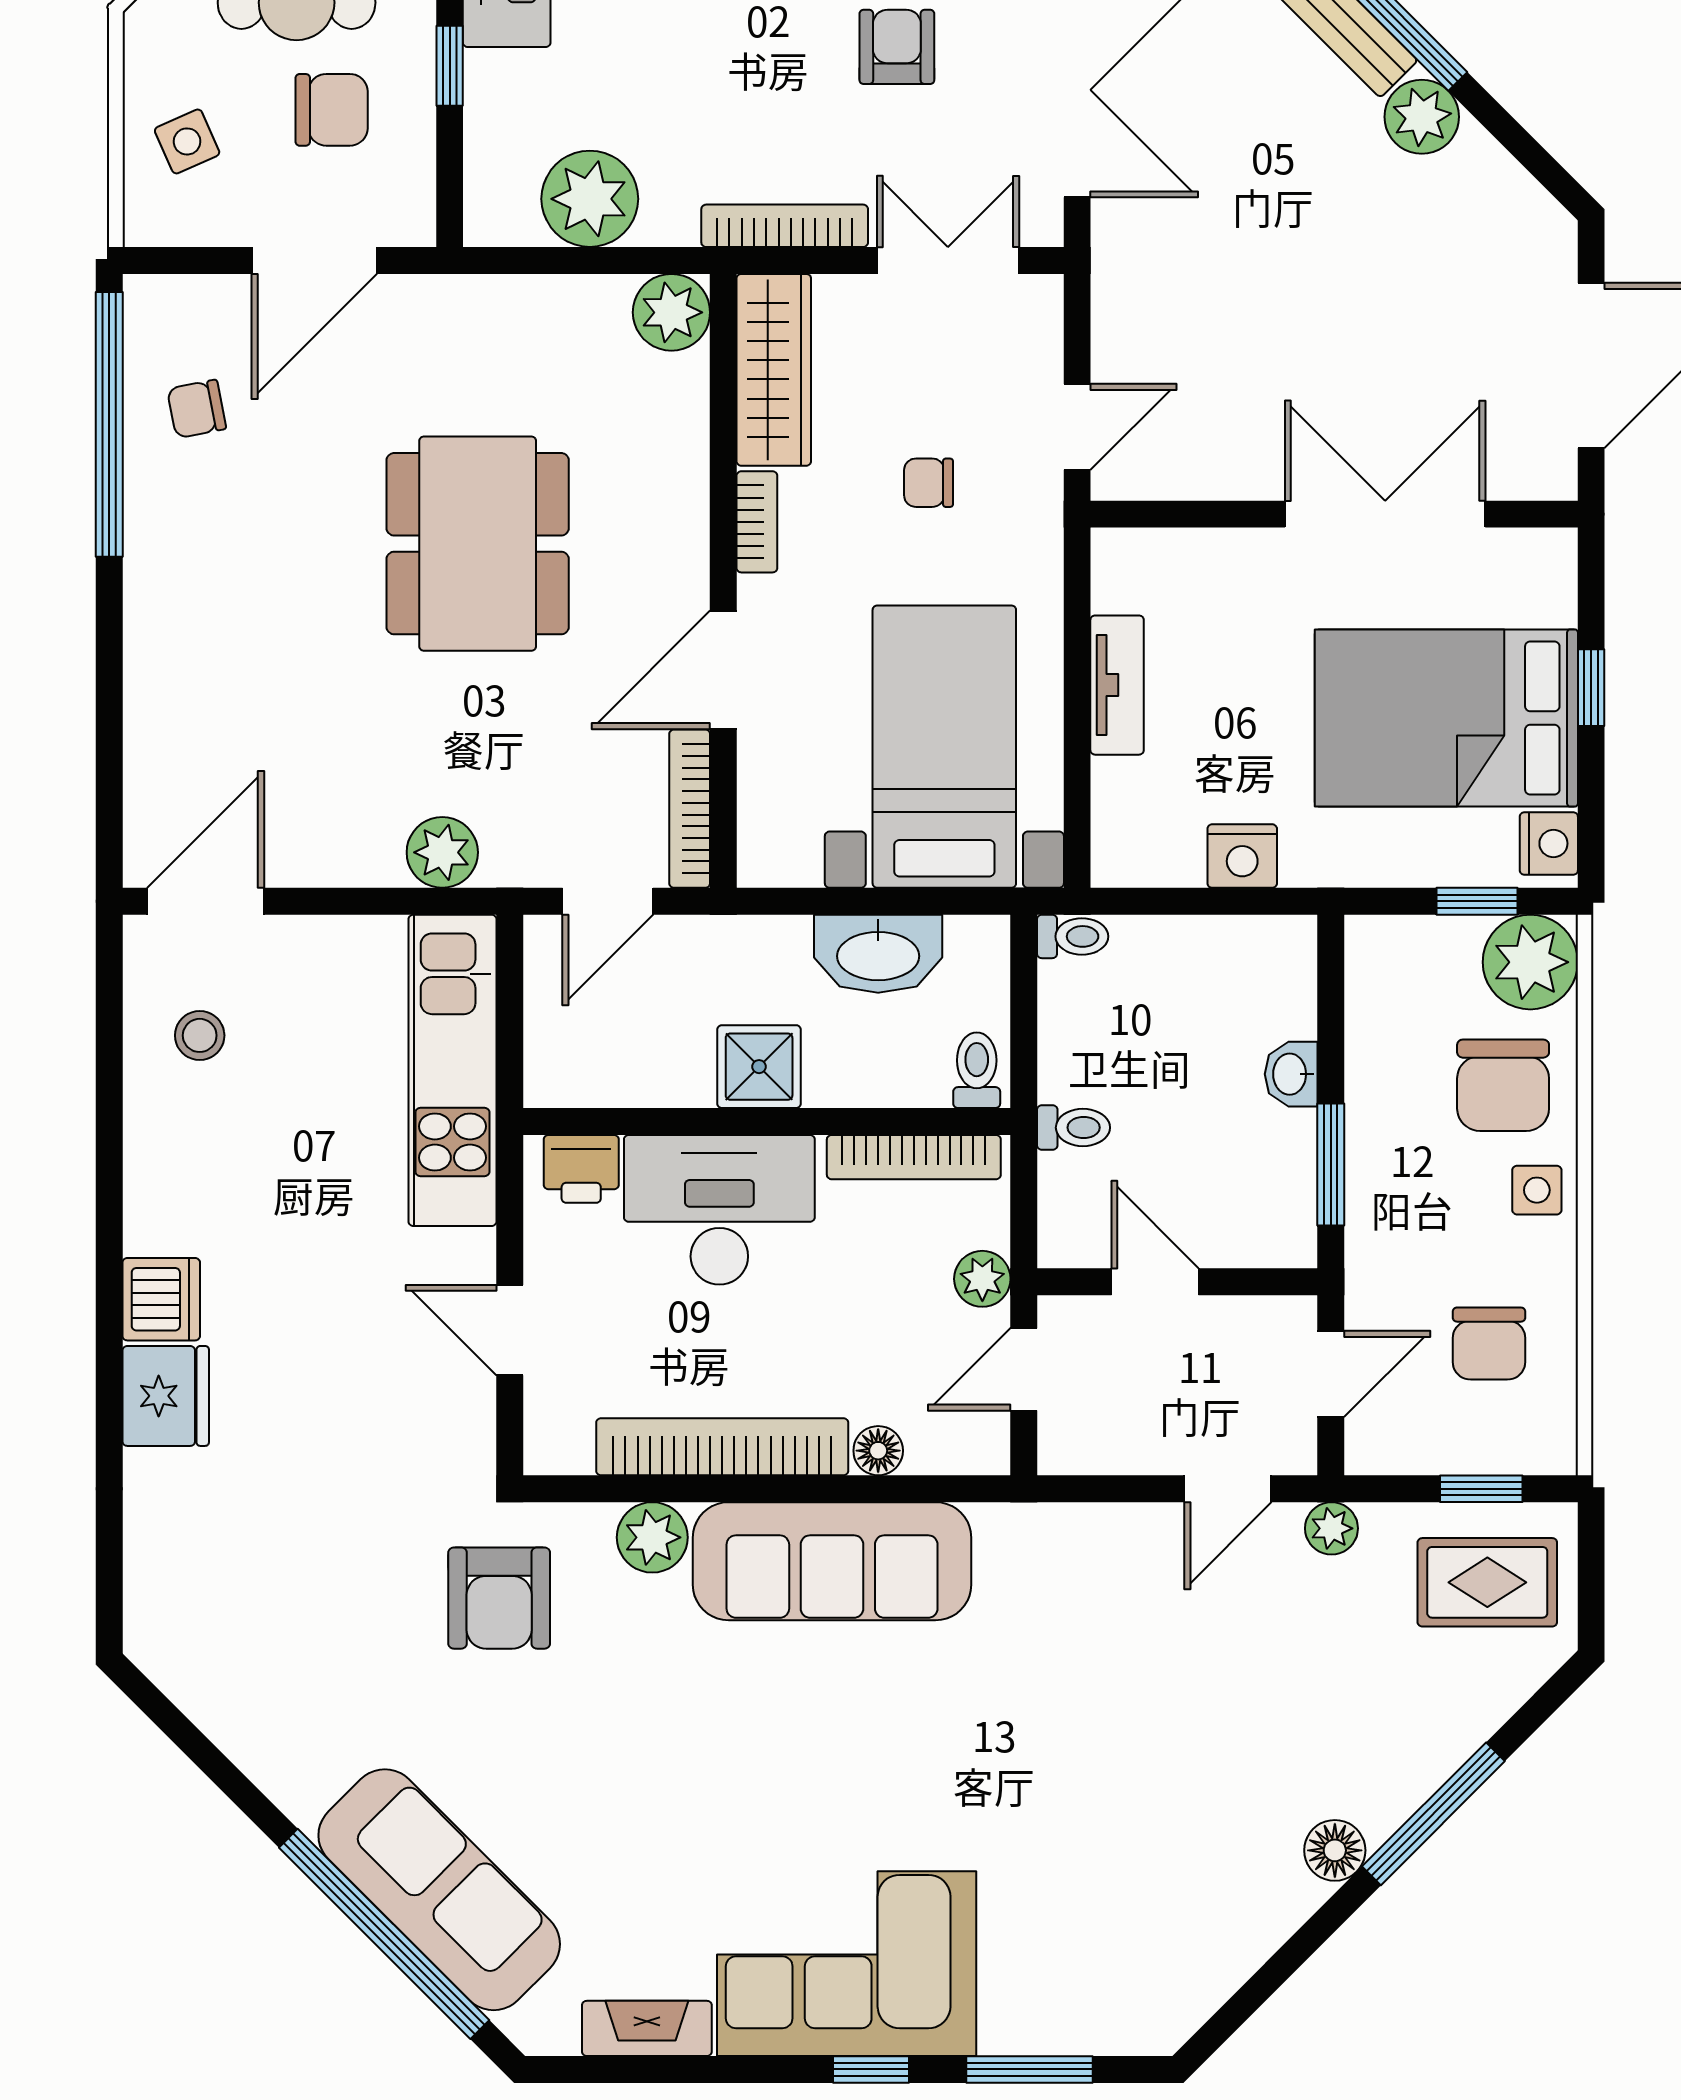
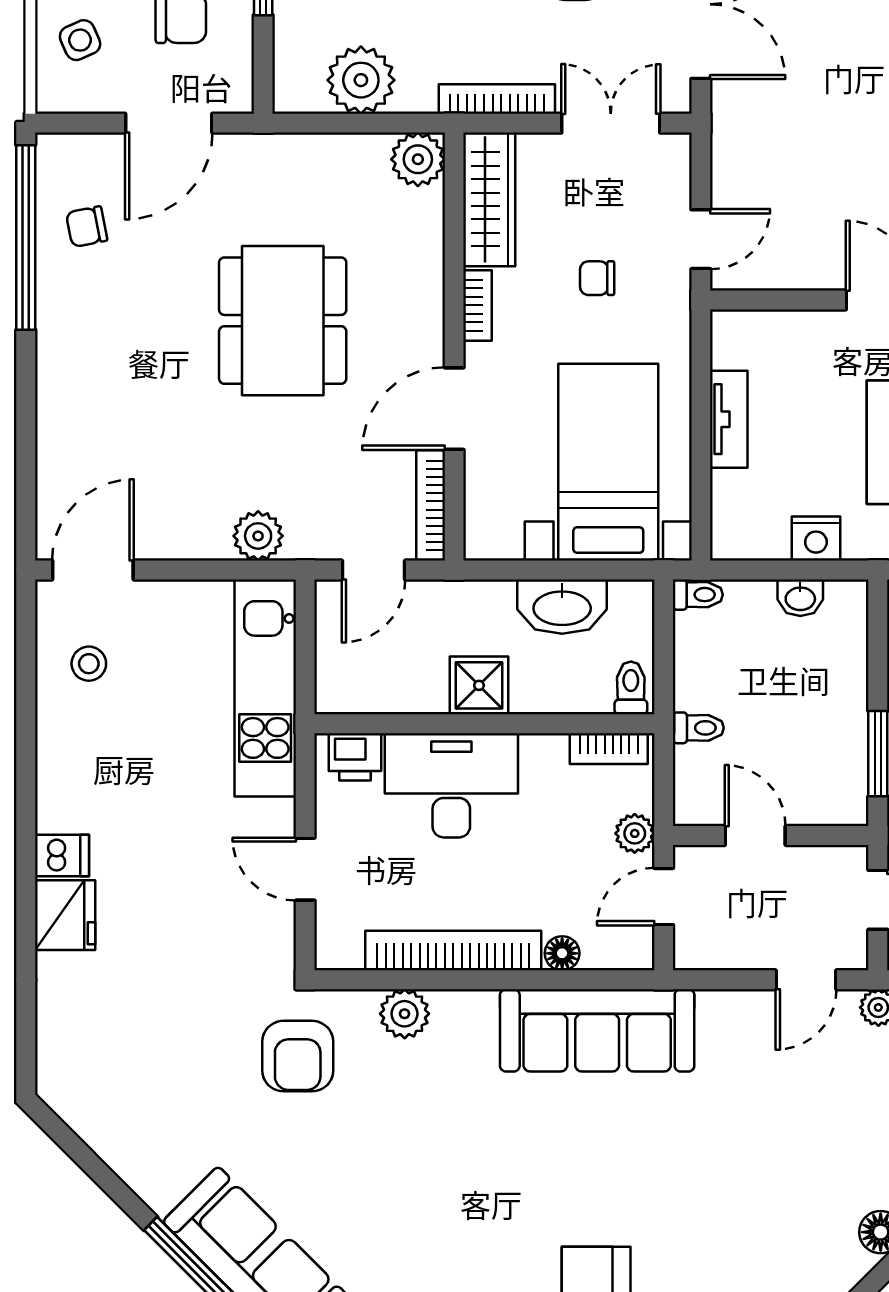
washbasin: (1291, 1074) -> (800, 598), moved, turned -90
bookcase: (914, 1157) -> (609, 749), width x0.64
dishwasher: (161, 1299) -> (62, 856), width x0.73
sofa: (832, 1561) -> (597, 1030), moved

